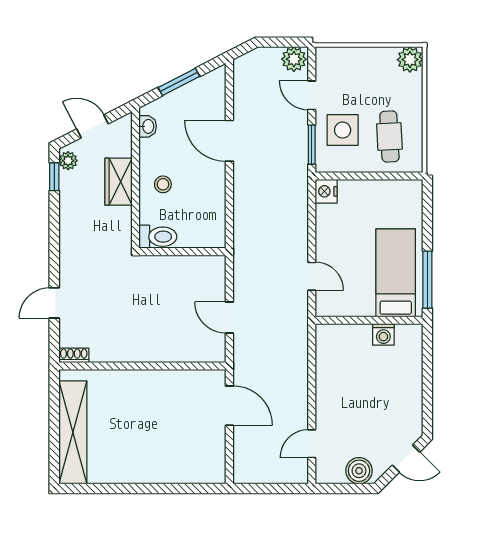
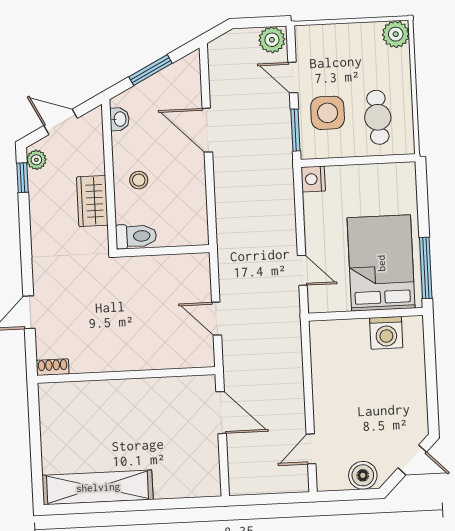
wardrobe: (118, 182) -> (92, 201), moved
bed: (396, 273) -> (381, 263), width x1.50
washing machine: (383, 334) -> (386, 333), width x1.38, depth x1.38
shelving: (73, 432) -> (98, 487), moved, turned 90

